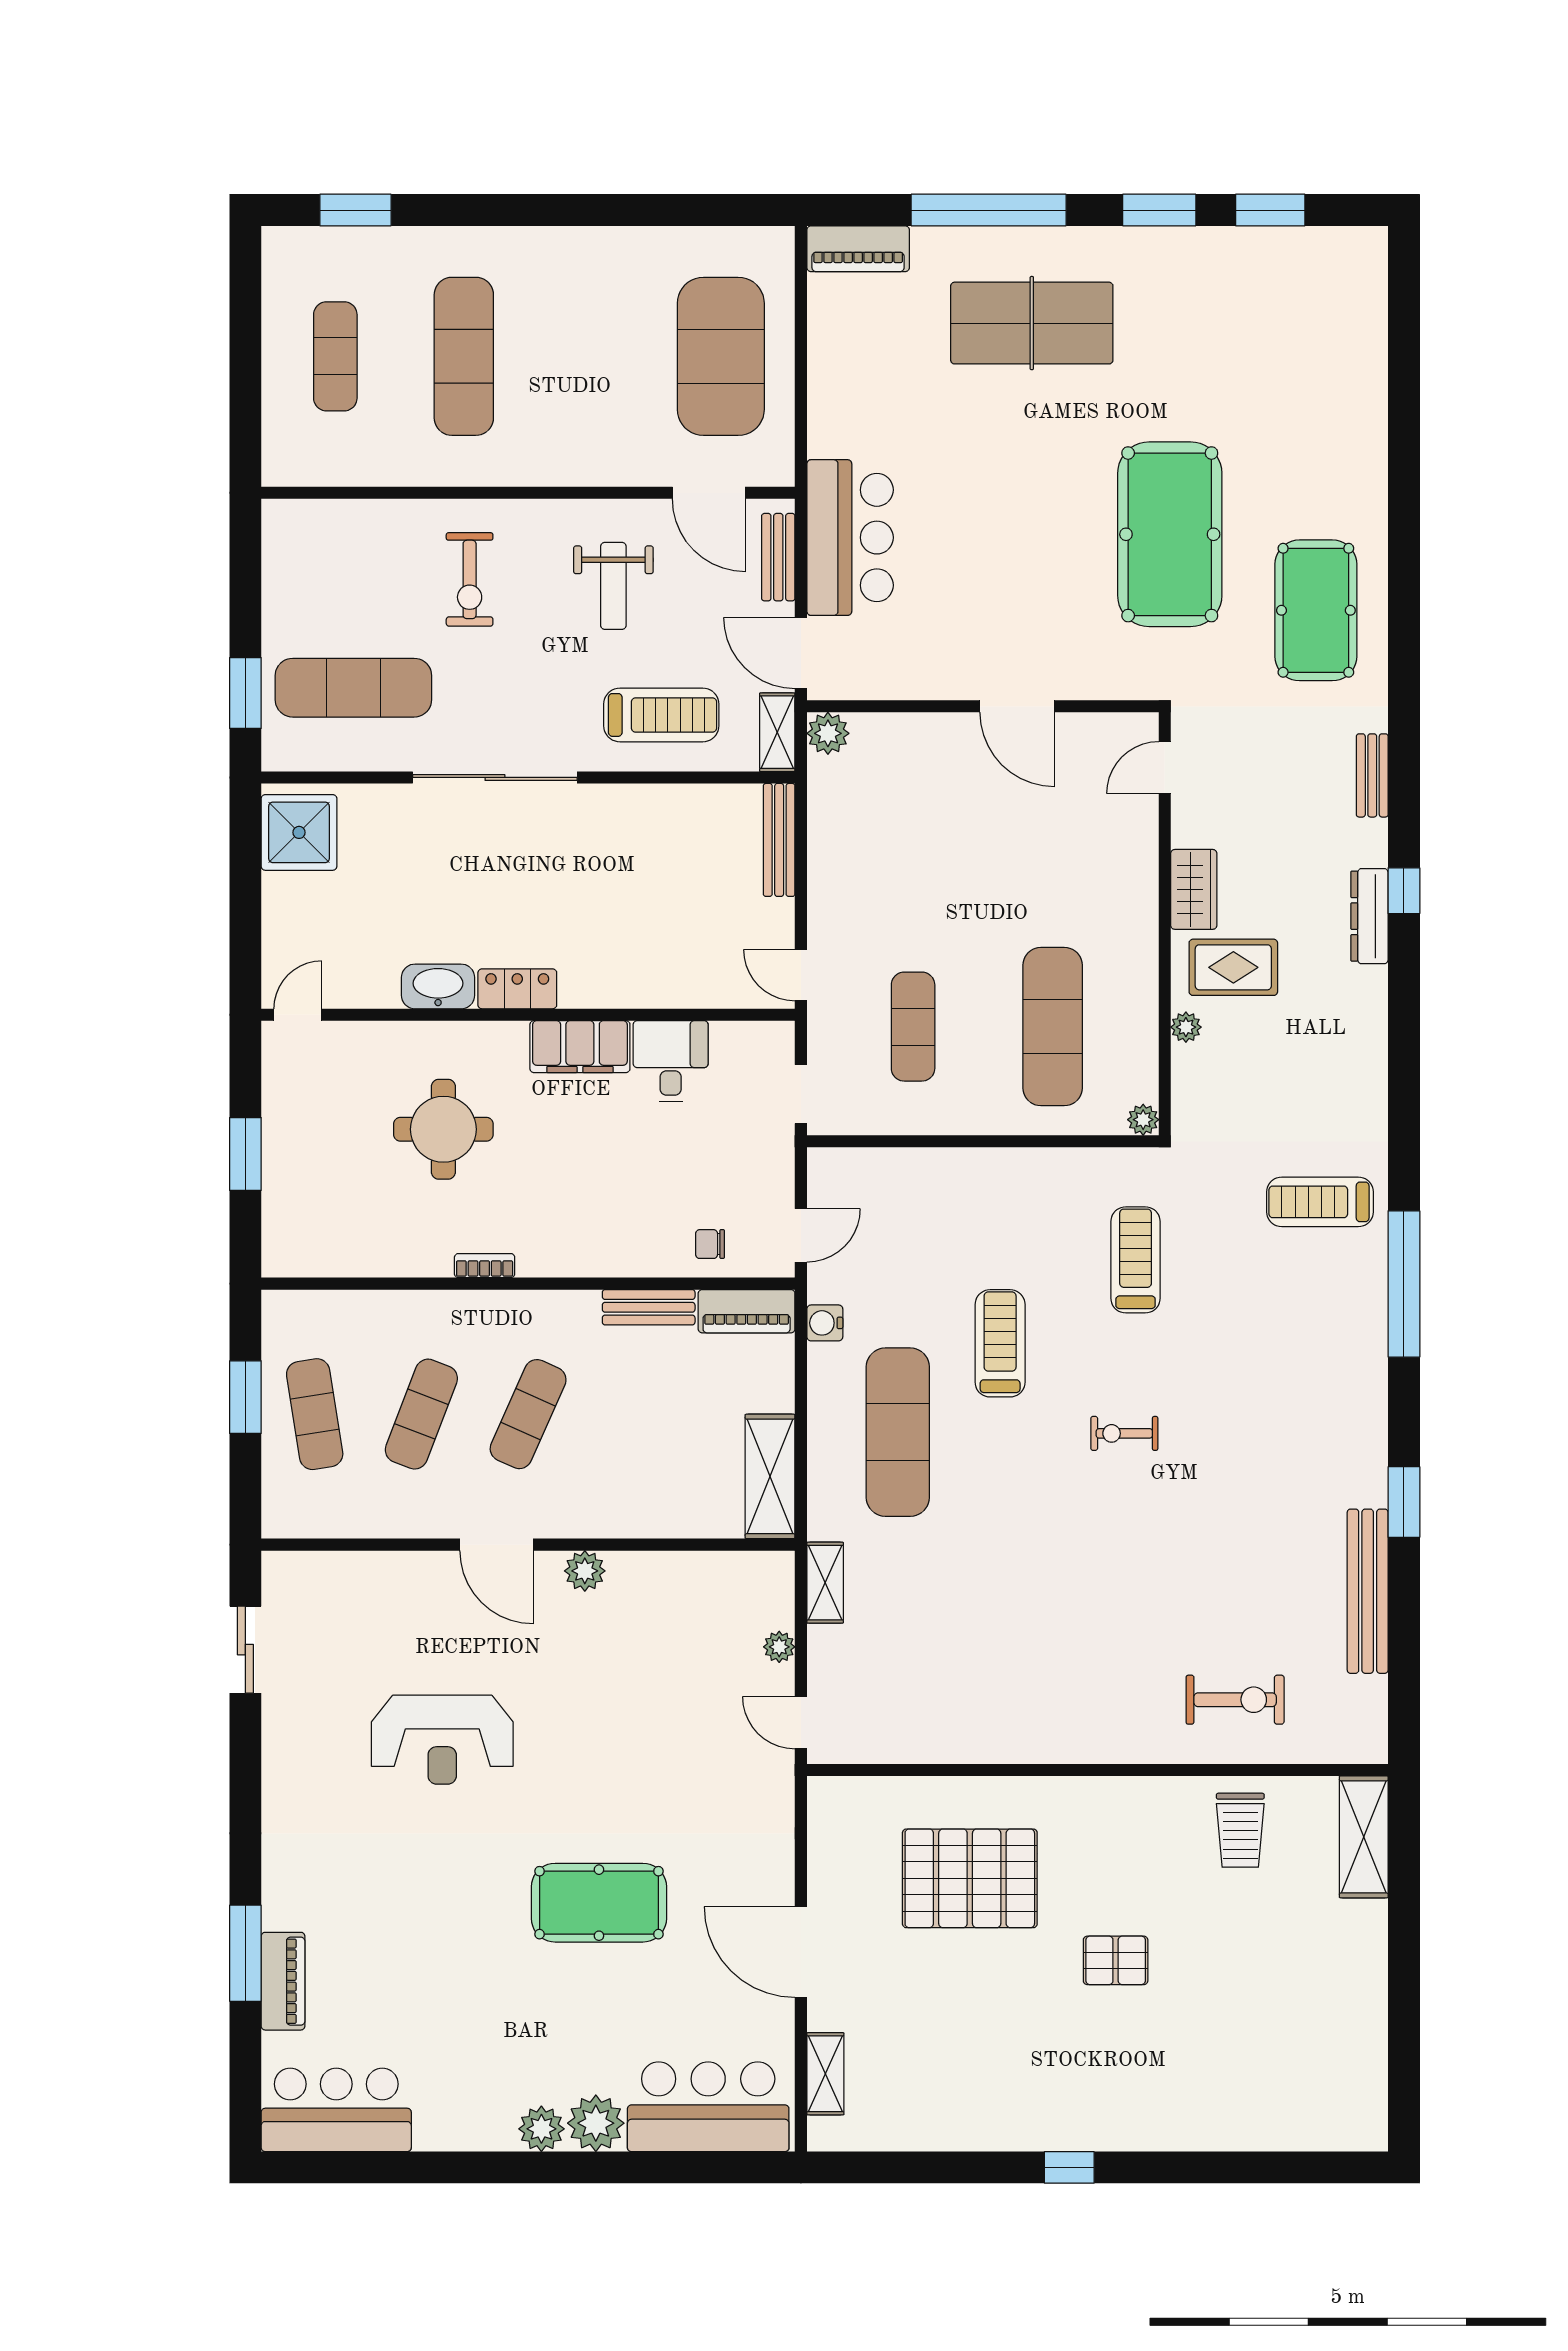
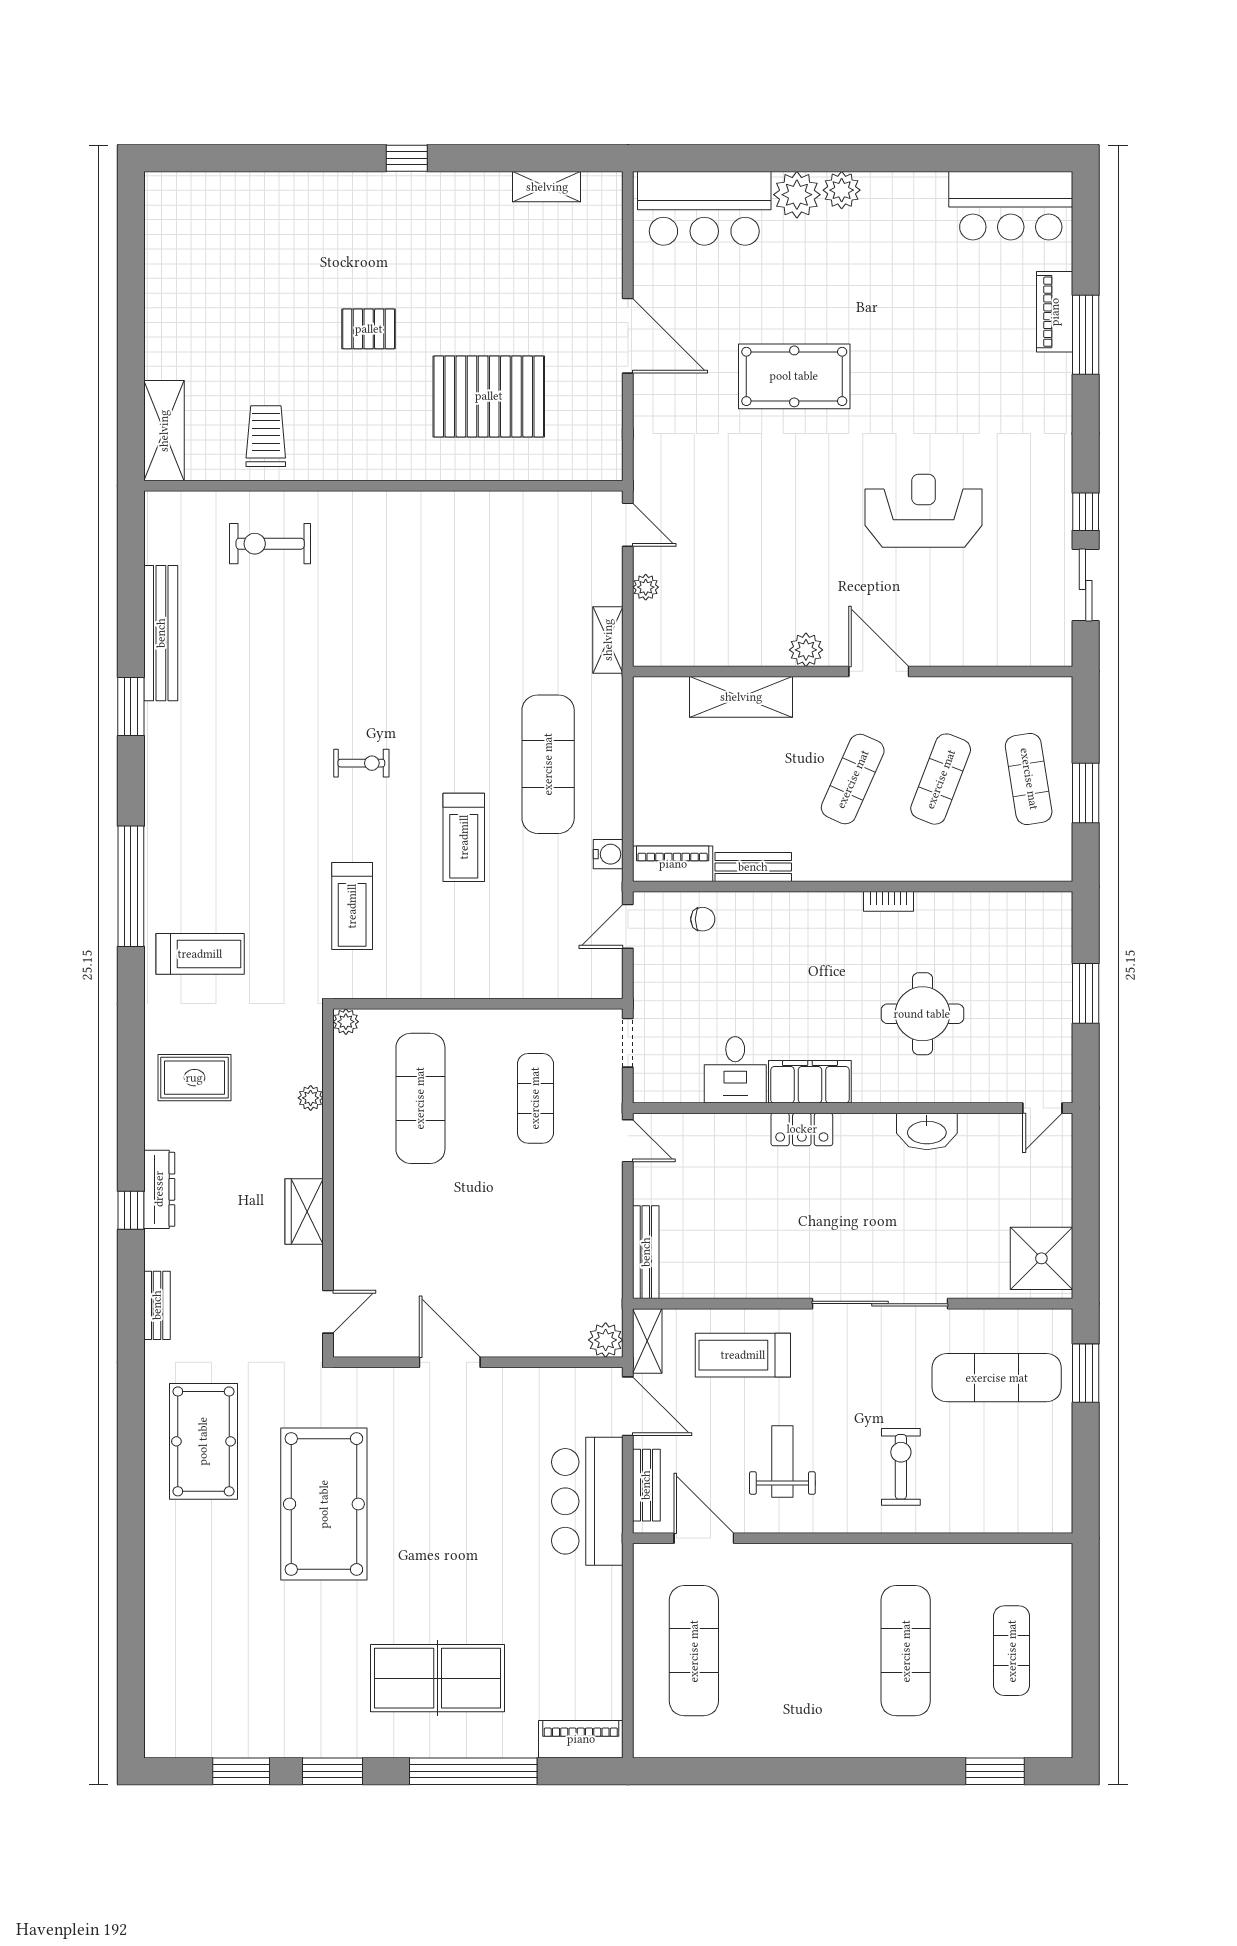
exercise mat: (721, 356) -> (694, 1651), width x0.68
rug: (1233, 967) -> (194, 1078), moved
locker: (517, 989) -> (802, 1129), moved
shelving: (770, 1476) -> (741, 697), moved, turned 90
window: (245, 1739) -> (1086, 512), added
shelving: (825, 2074) -> (547, 187), moved, turned 90

